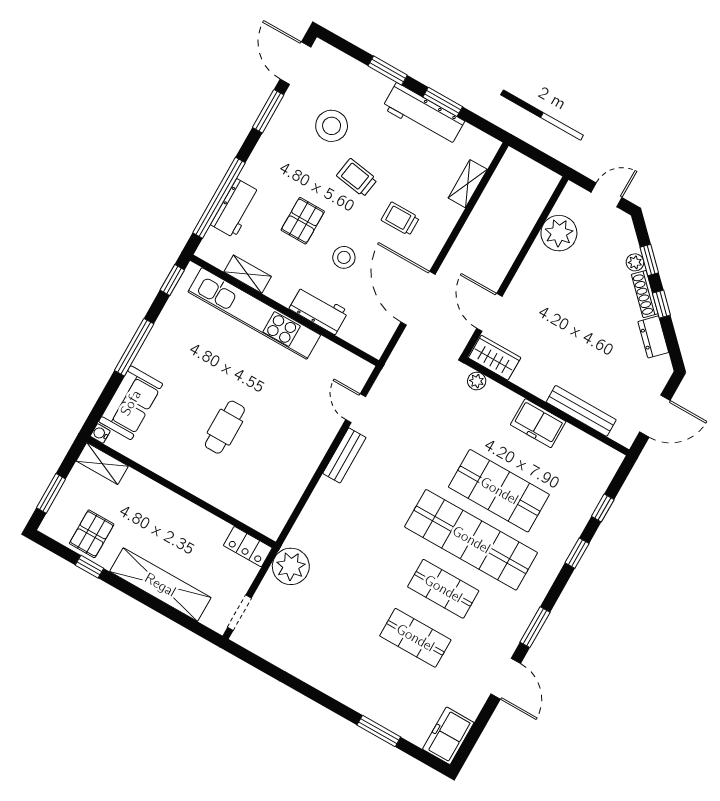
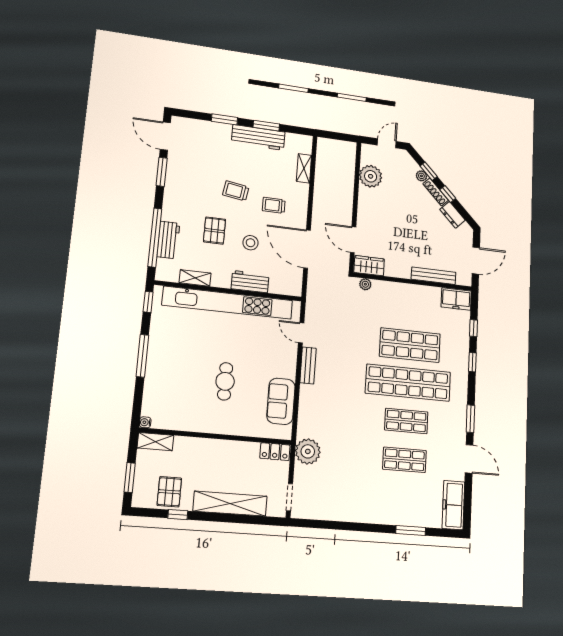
stool: (332, 126) -> (206, 166), removed
kitchen unit: (254, 313) -> (228, 303), width x1.36
sofa: (131, 403) -> (281, 401), moved, turned 180
freezer: (538, 423) -> (456, 299), moved
freezer: (448, 736) -> (453, 505), width x1.40

